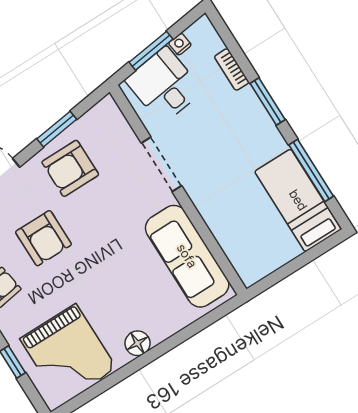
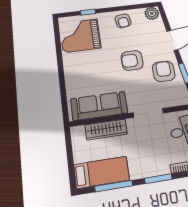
wardrobe: (223, 225) -> (106, 129), added
armchair: (43, 238) -> (132, 60), moved
floor lamp: (138, 343) -> (70, 66), removed

